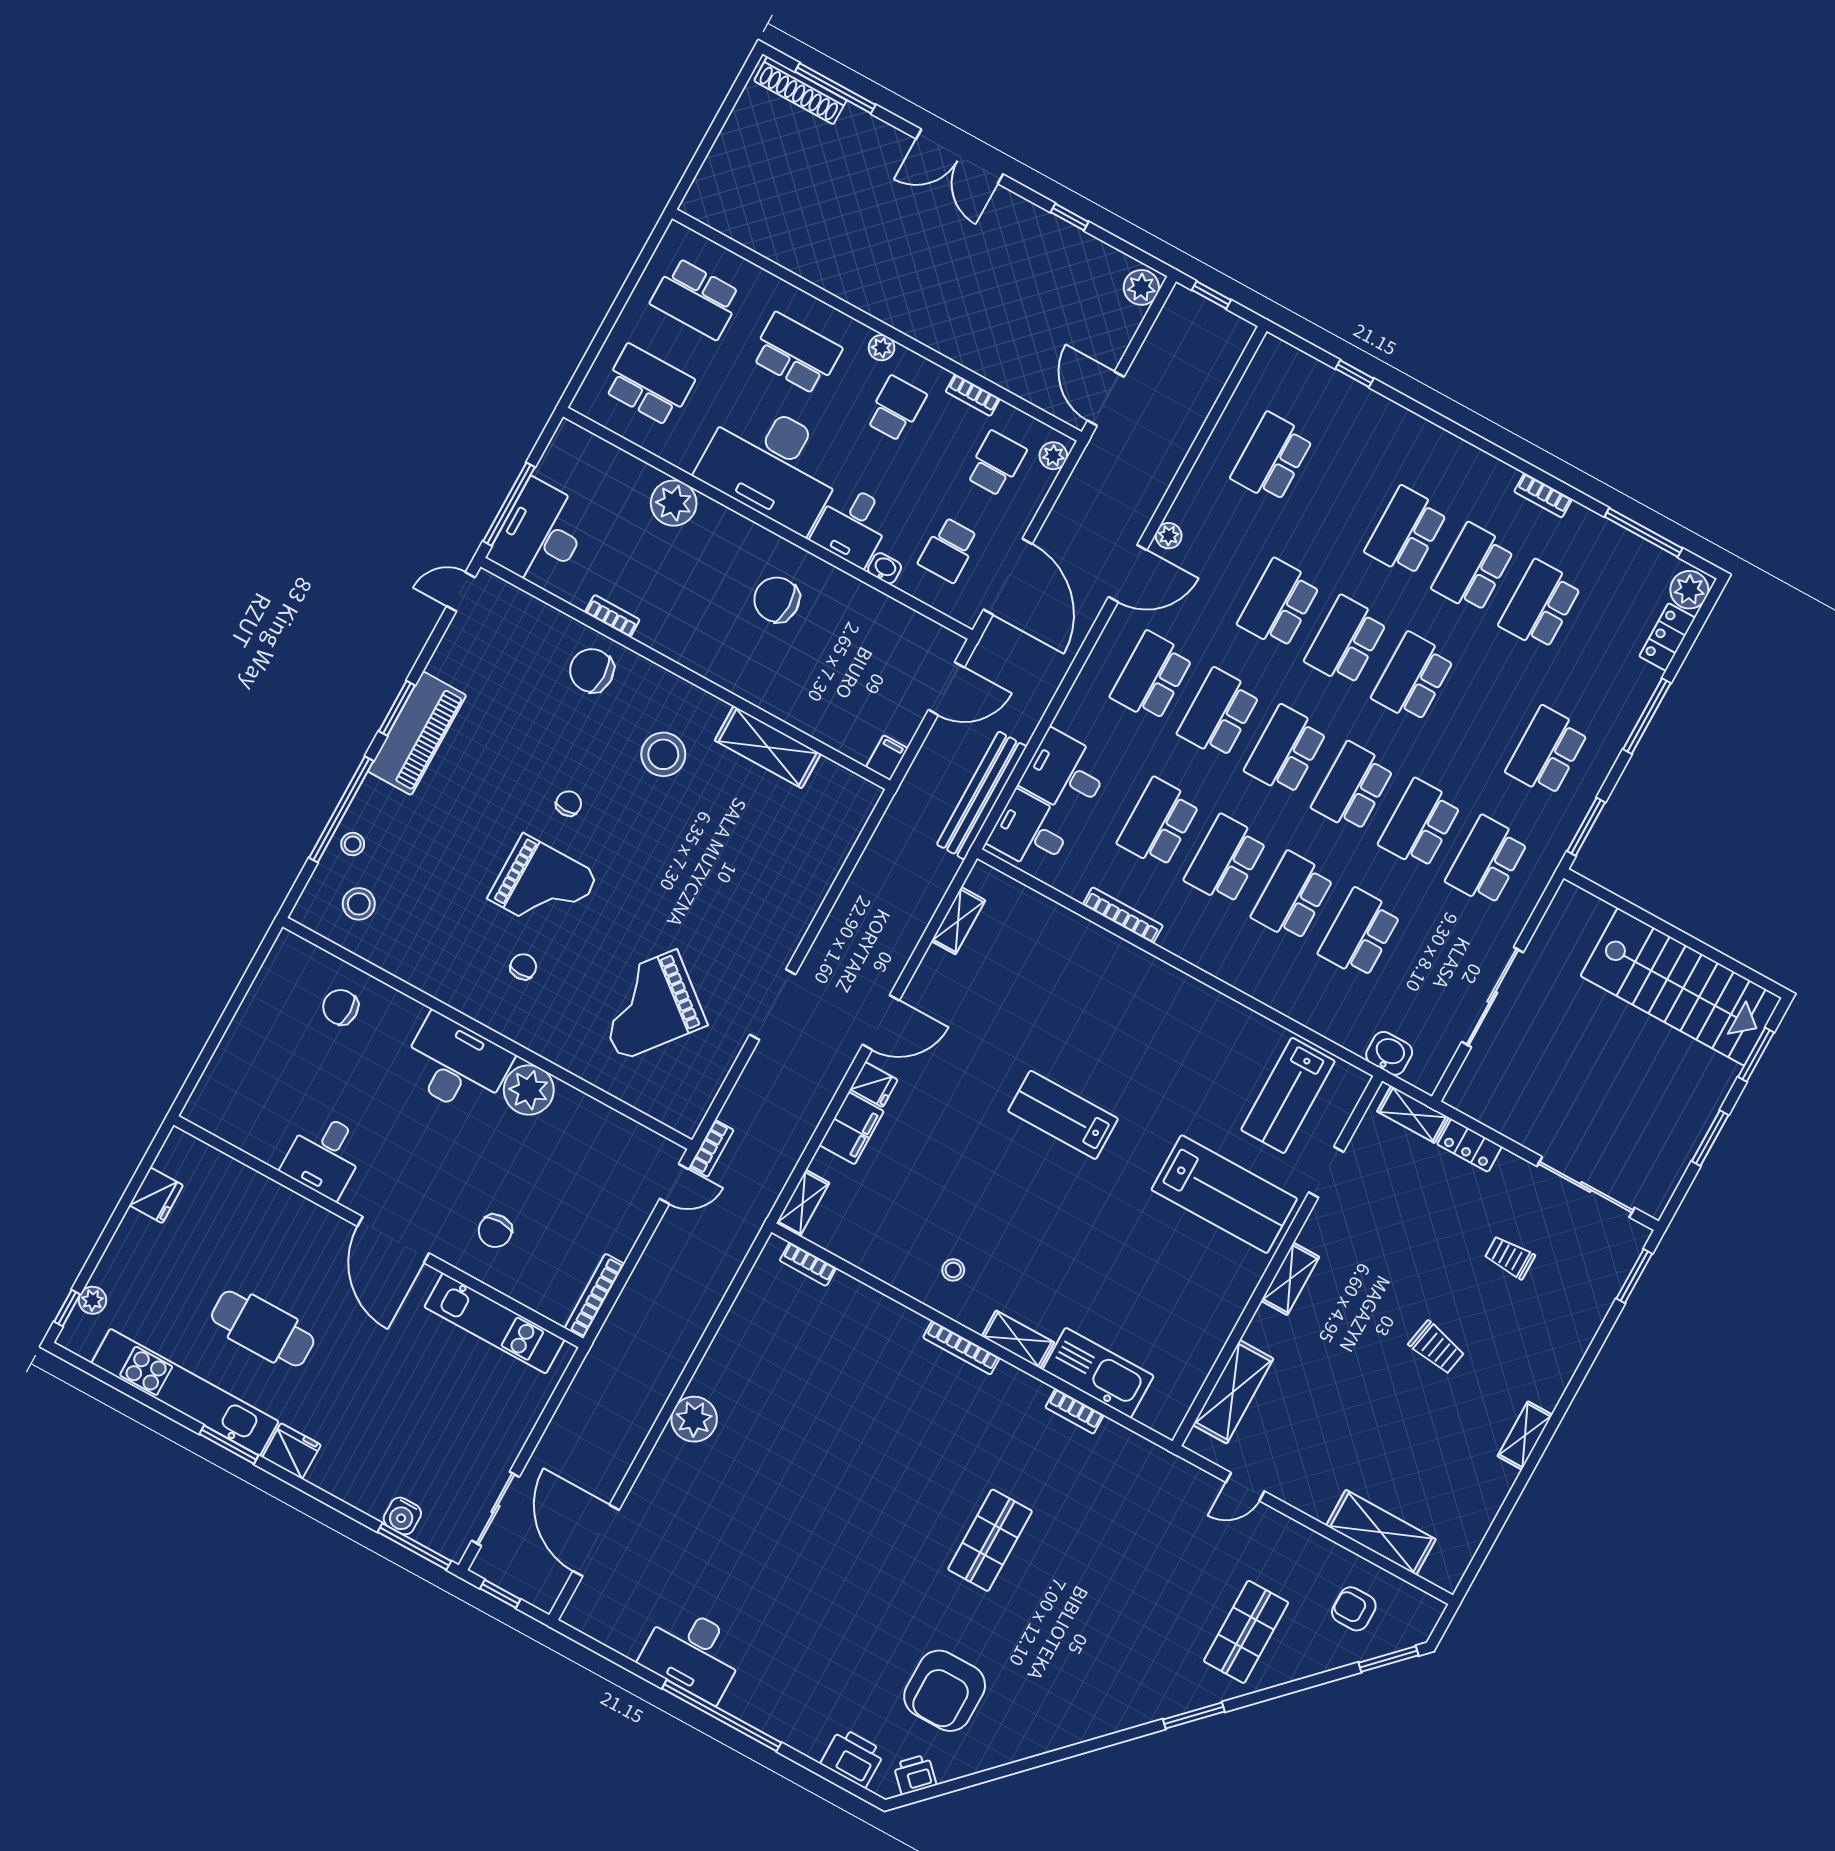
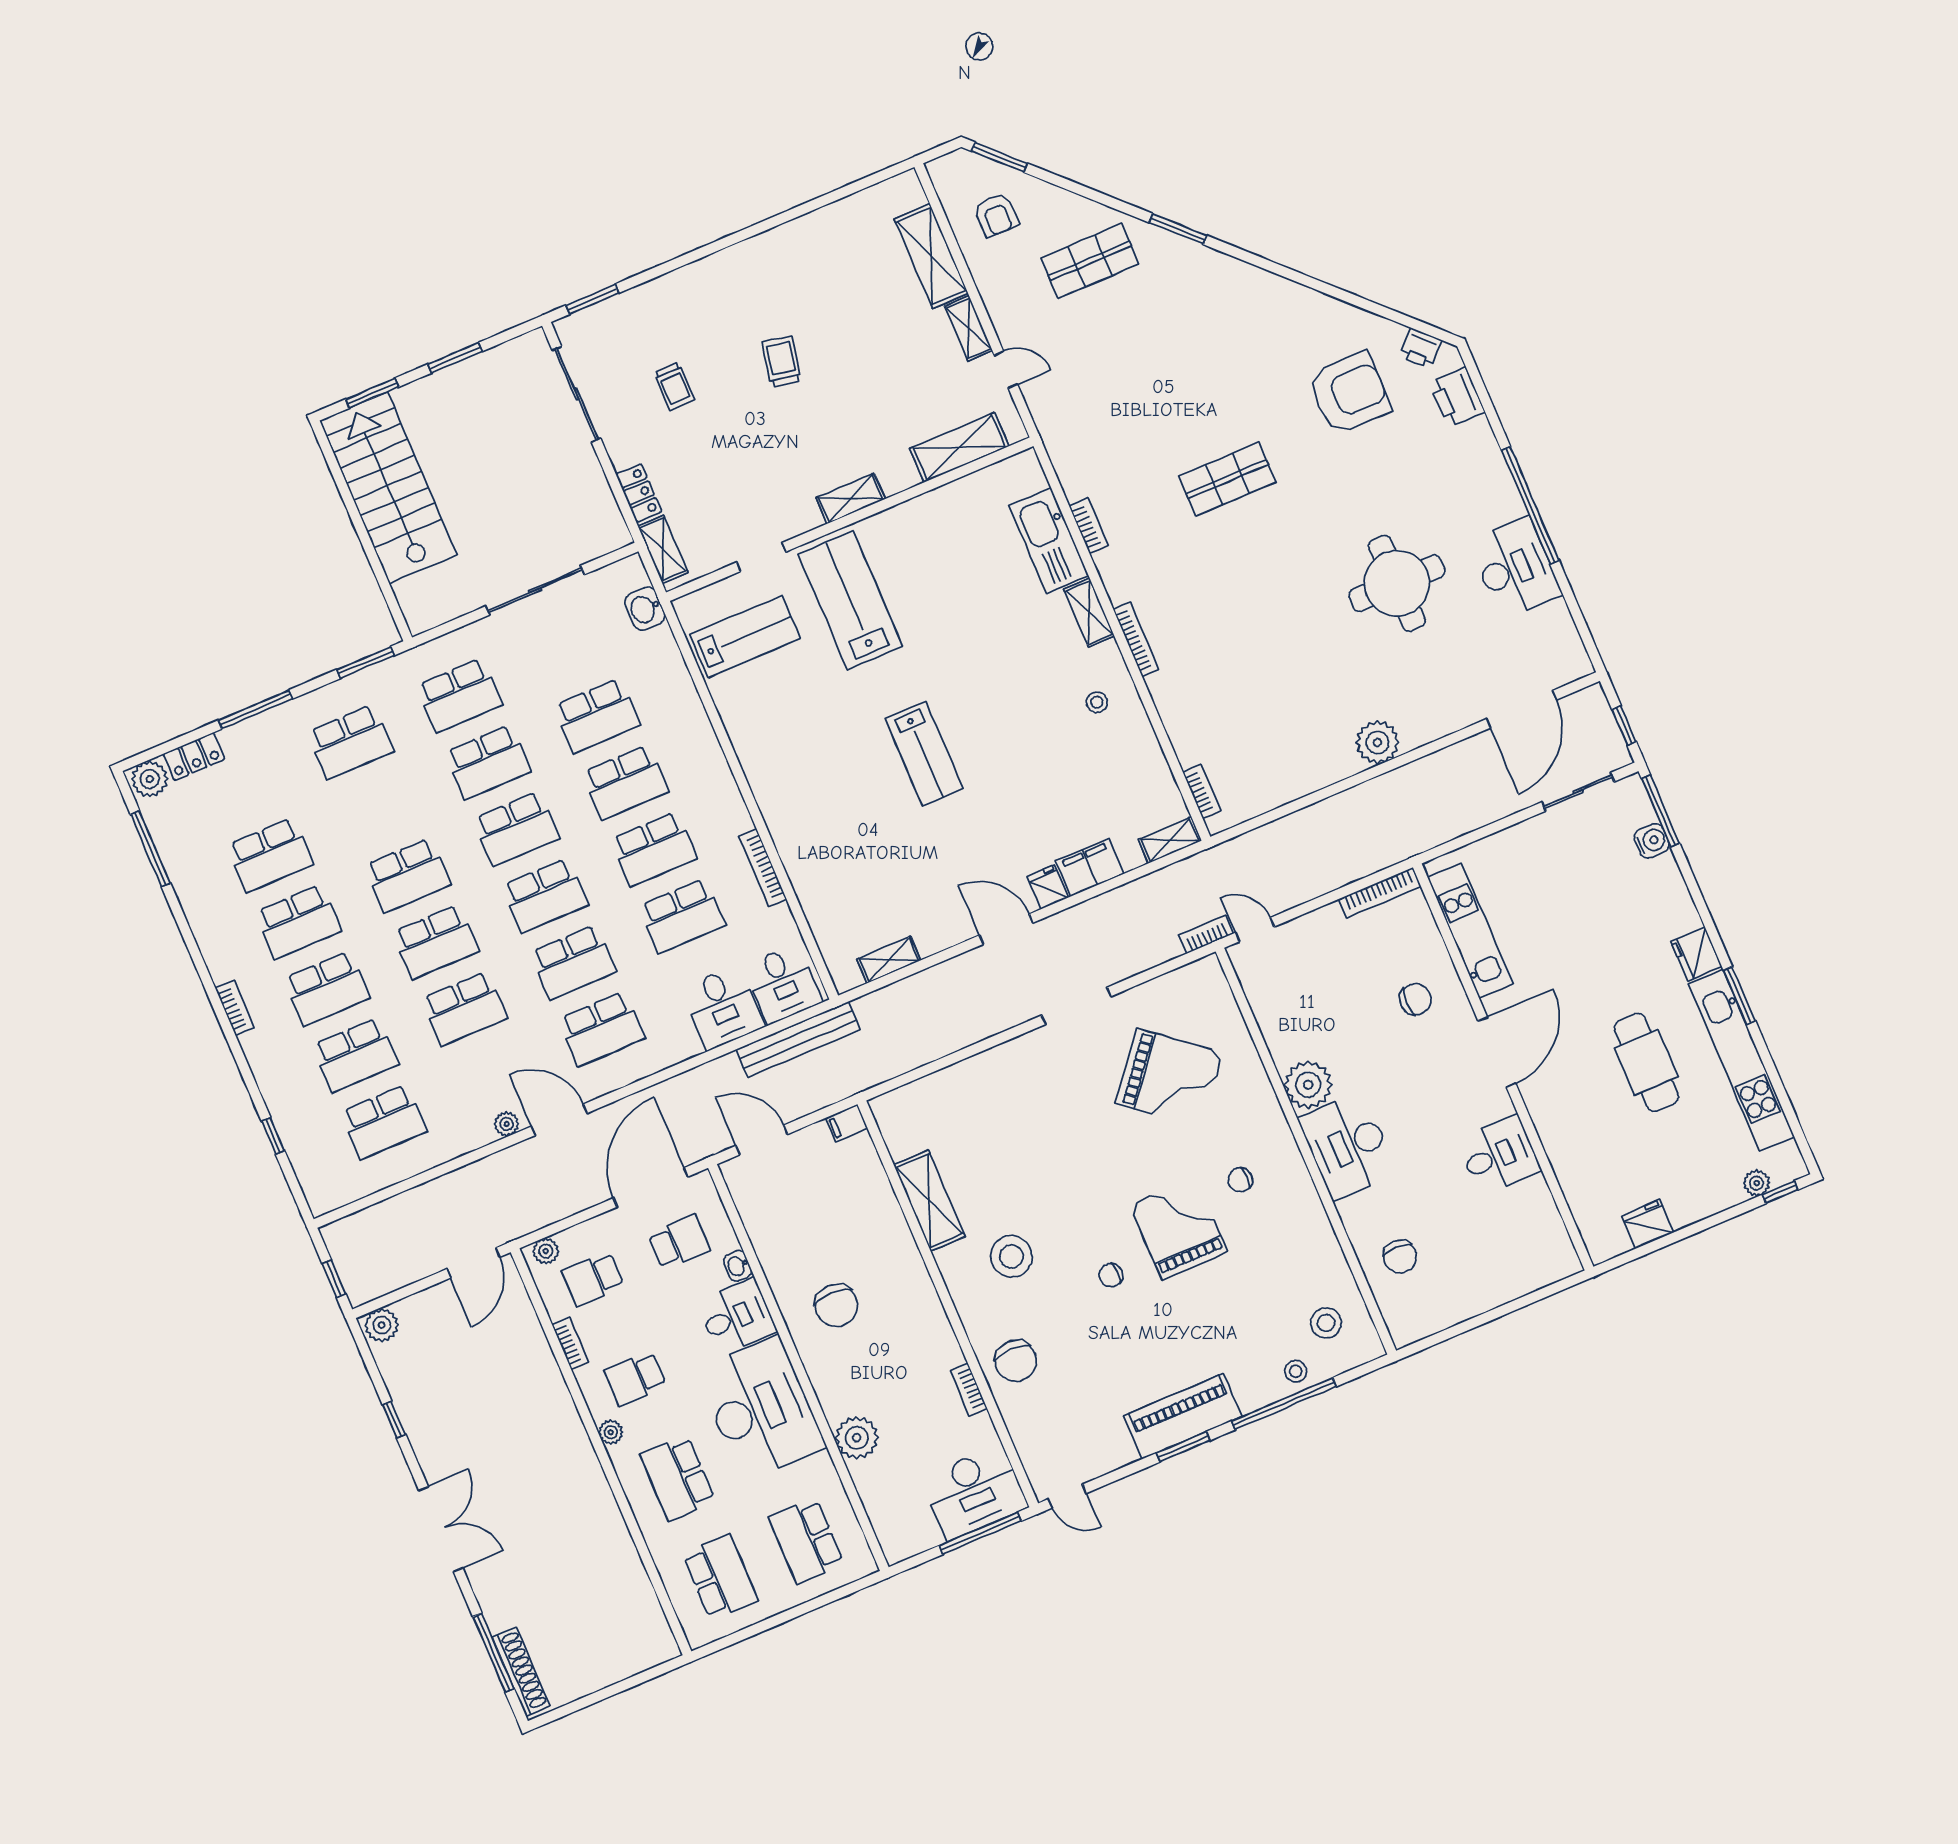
school desk: (1339, 494) -> (355, 1055), added
bookcase: (1543, 495) -> (235, 1008), moved
shelving: (1525, 1436) -> (969, 328), moved, turned 90
round table: (782, 1564) -> (1397, 583), added

